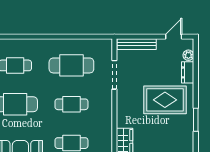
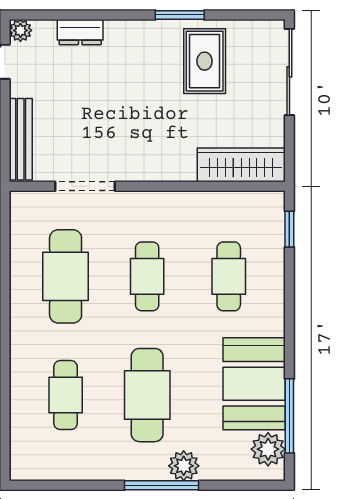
plant: (188, 55) -> (20, 30), moved
rug: (165, 100) -> (205, 61), moved, width x0.73, depth x0.70

